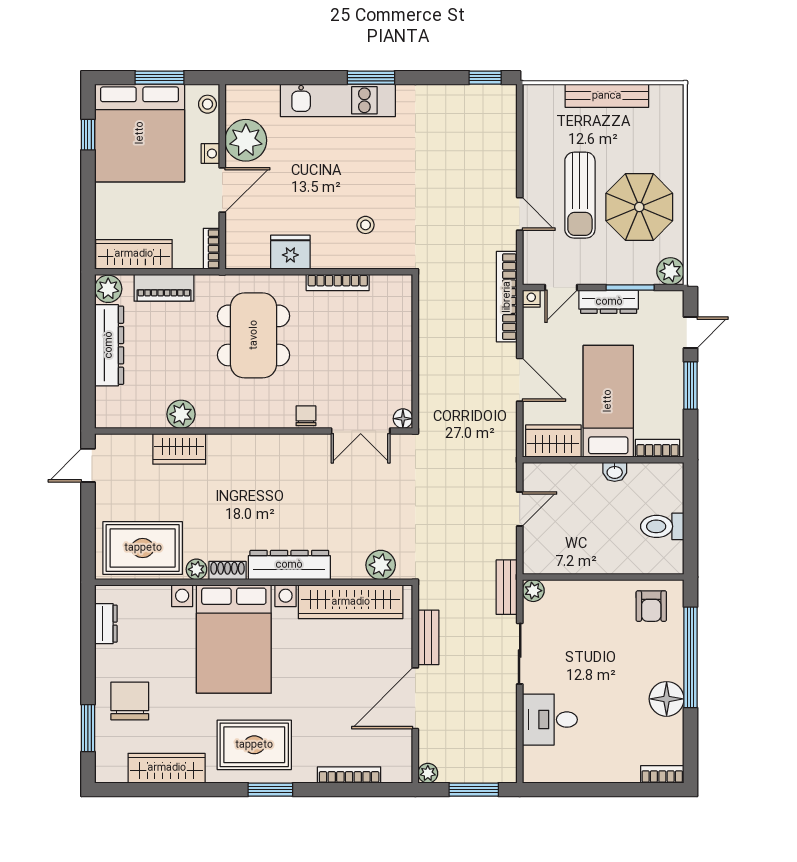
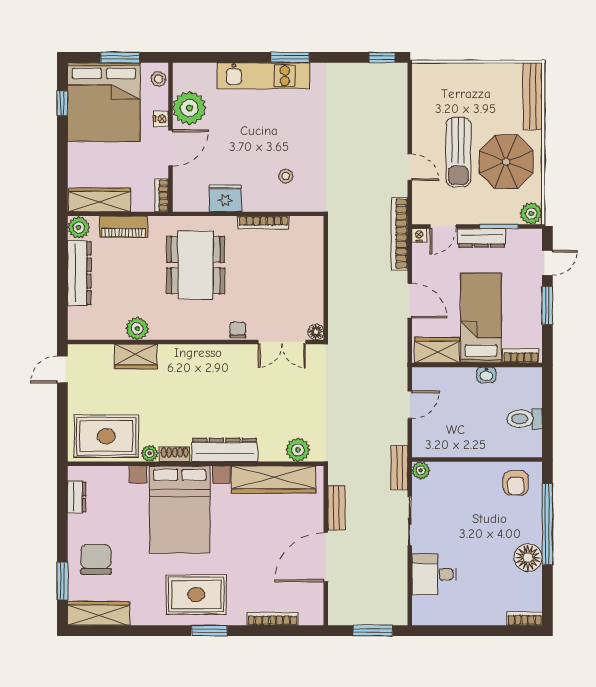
bench: (607, 96) -> (533, 96), moved, turned 90
wardrobe: (167, 768) -> (99, 613), moved
plant: (428, 773) -> (336, 617), removed

